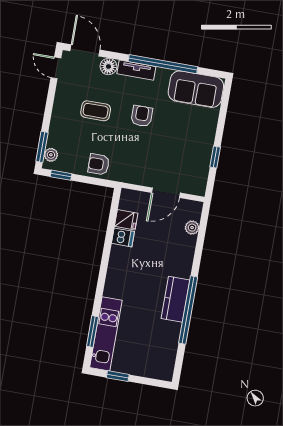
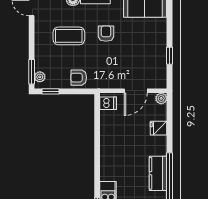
coffee table: (96, 111) -> (69, 36), width x1.36, depth x1.30
fridge: (126, 220) -> (158, 128), moved, turned 180
plant: (192, 228) -> (161, 98), moved
dishwasher: (123, 237) -> (108, 103), moved

